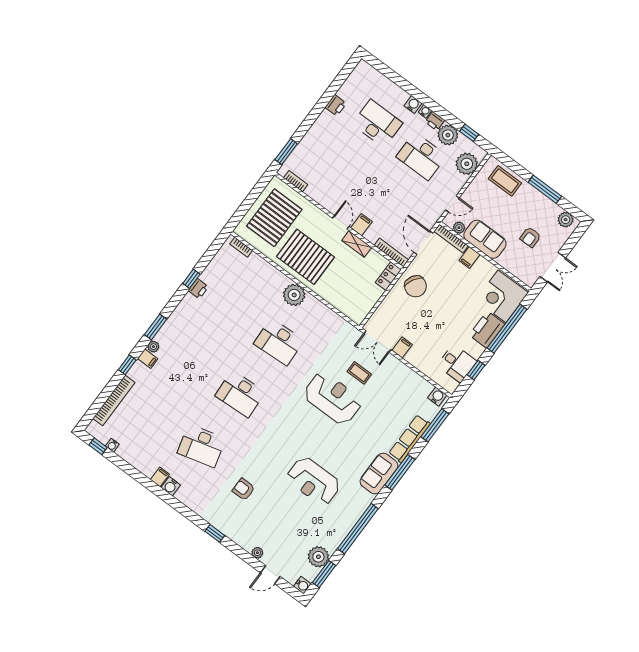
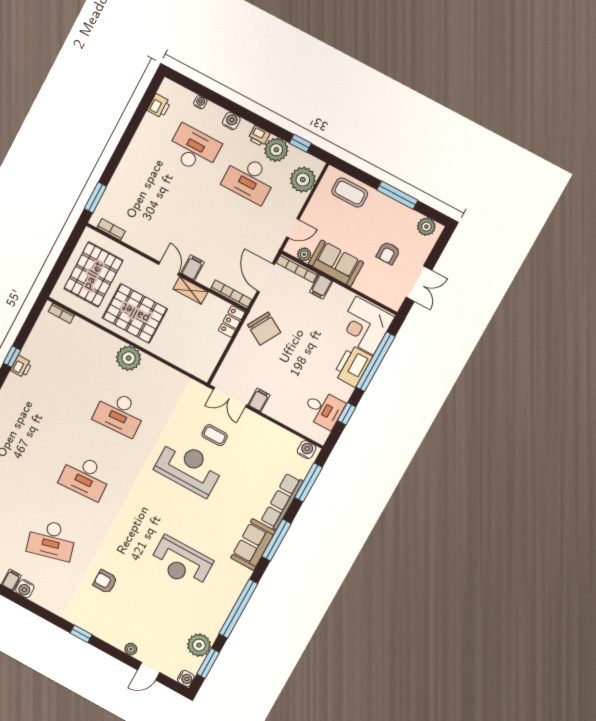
printer: (336, 105) -> (159, 106), moved
water cooler: (425, 111) -> (200, 102), moved

